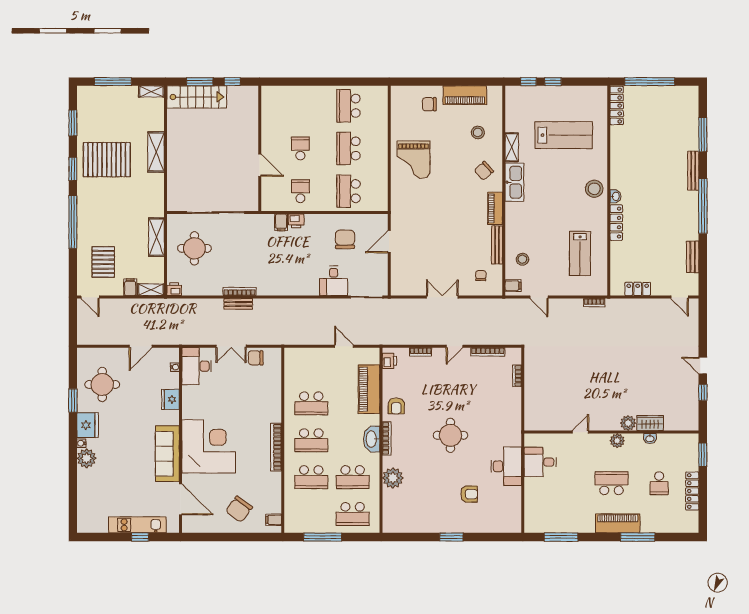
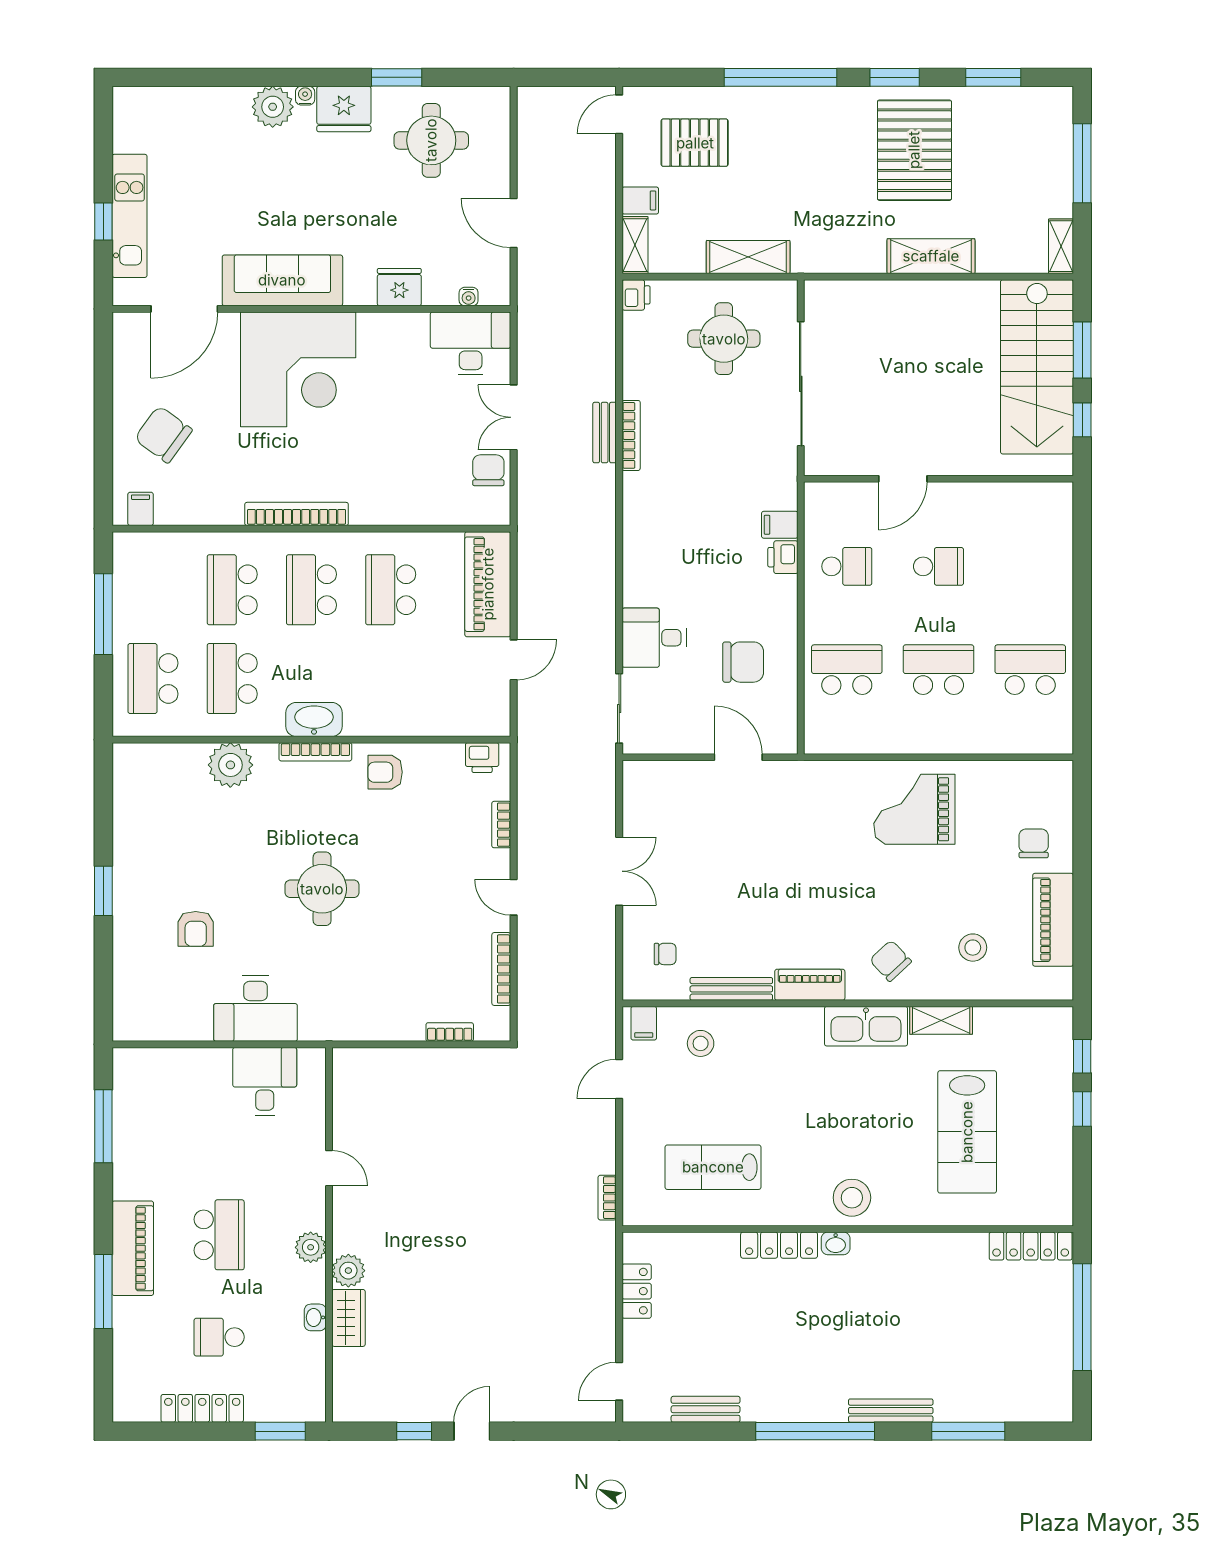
stairs: (197, 97) -> (1037, 367), width x1.36, depth x1.51
piano: (369, 389) -> (488, 584), moved, turned -90

